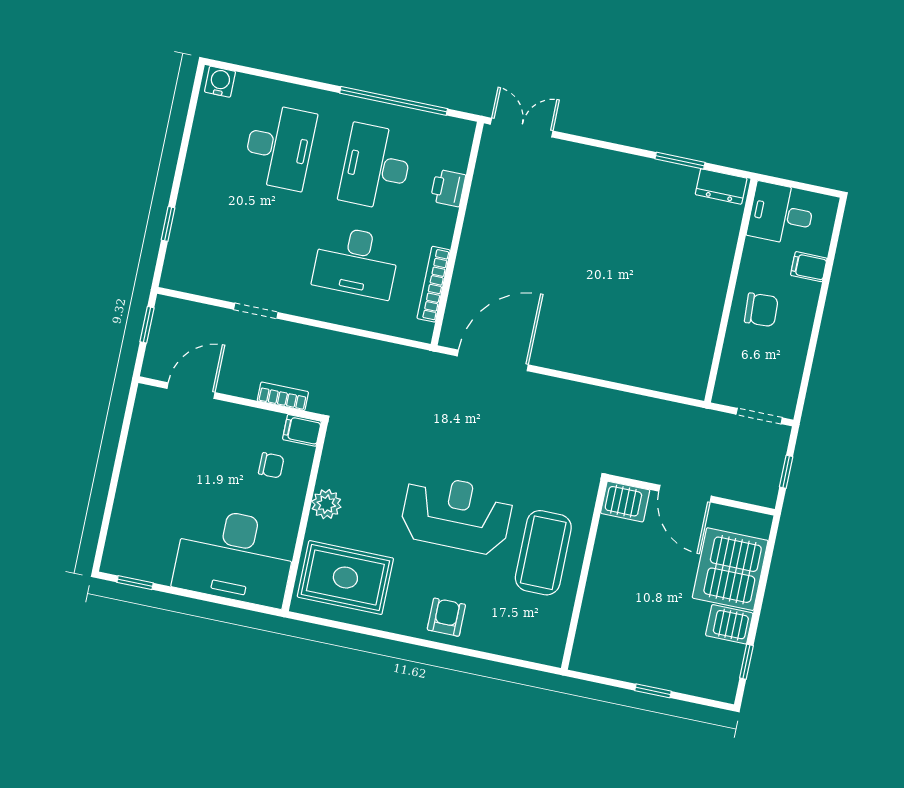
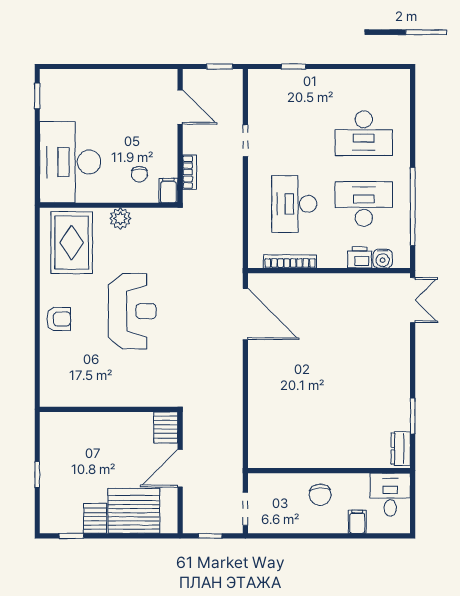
water cooler: (220, 82) -> (383, 259), moved, turned 90
coffee table: (543, 553) -> (118, 378), removed

